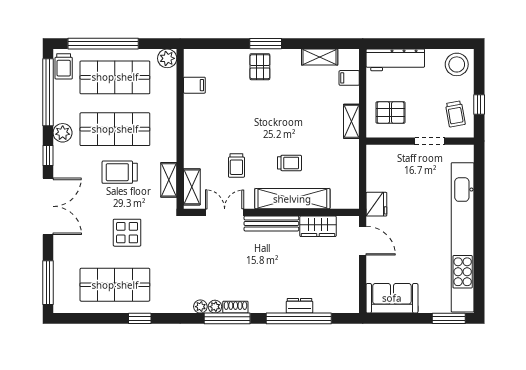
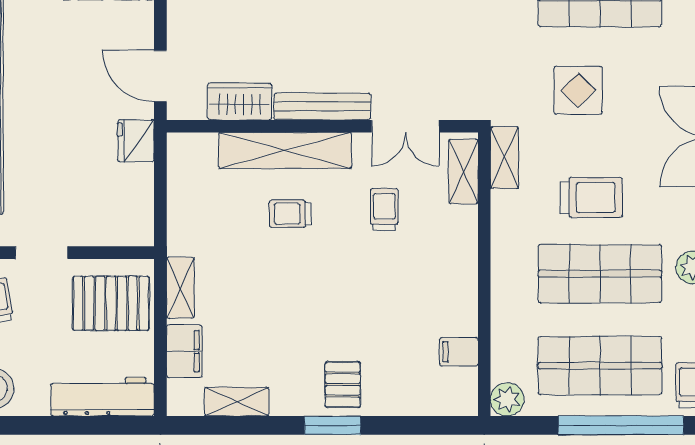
filing cabinet: (349, 78) -> (184, 351), width x2.00
pallet: (391, 113) -> (111, 303), width x1.50, depth x1.42
shelving: (169, 180) -> (504, 158), moved

